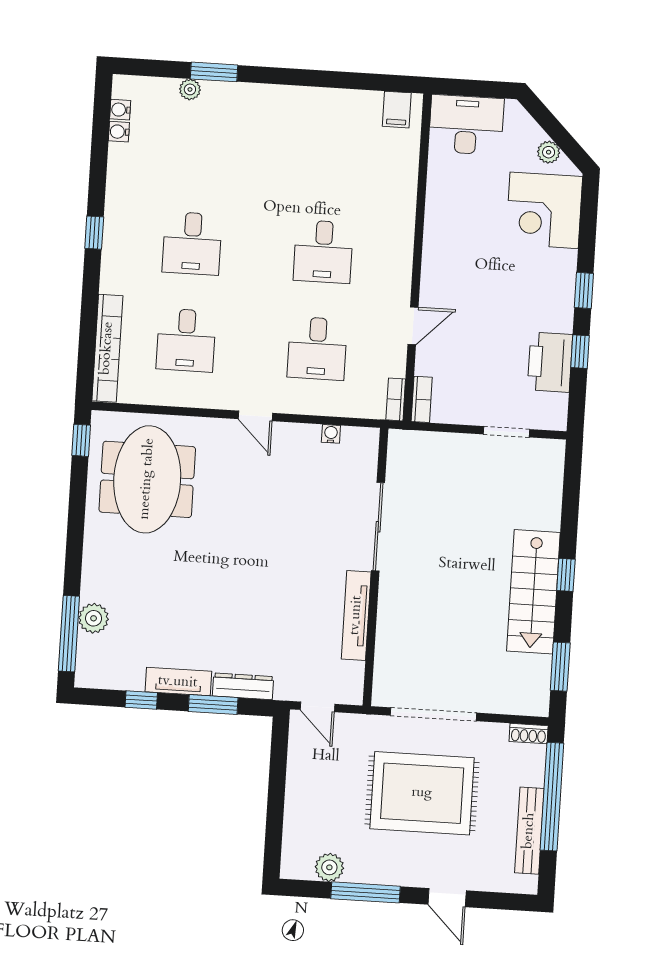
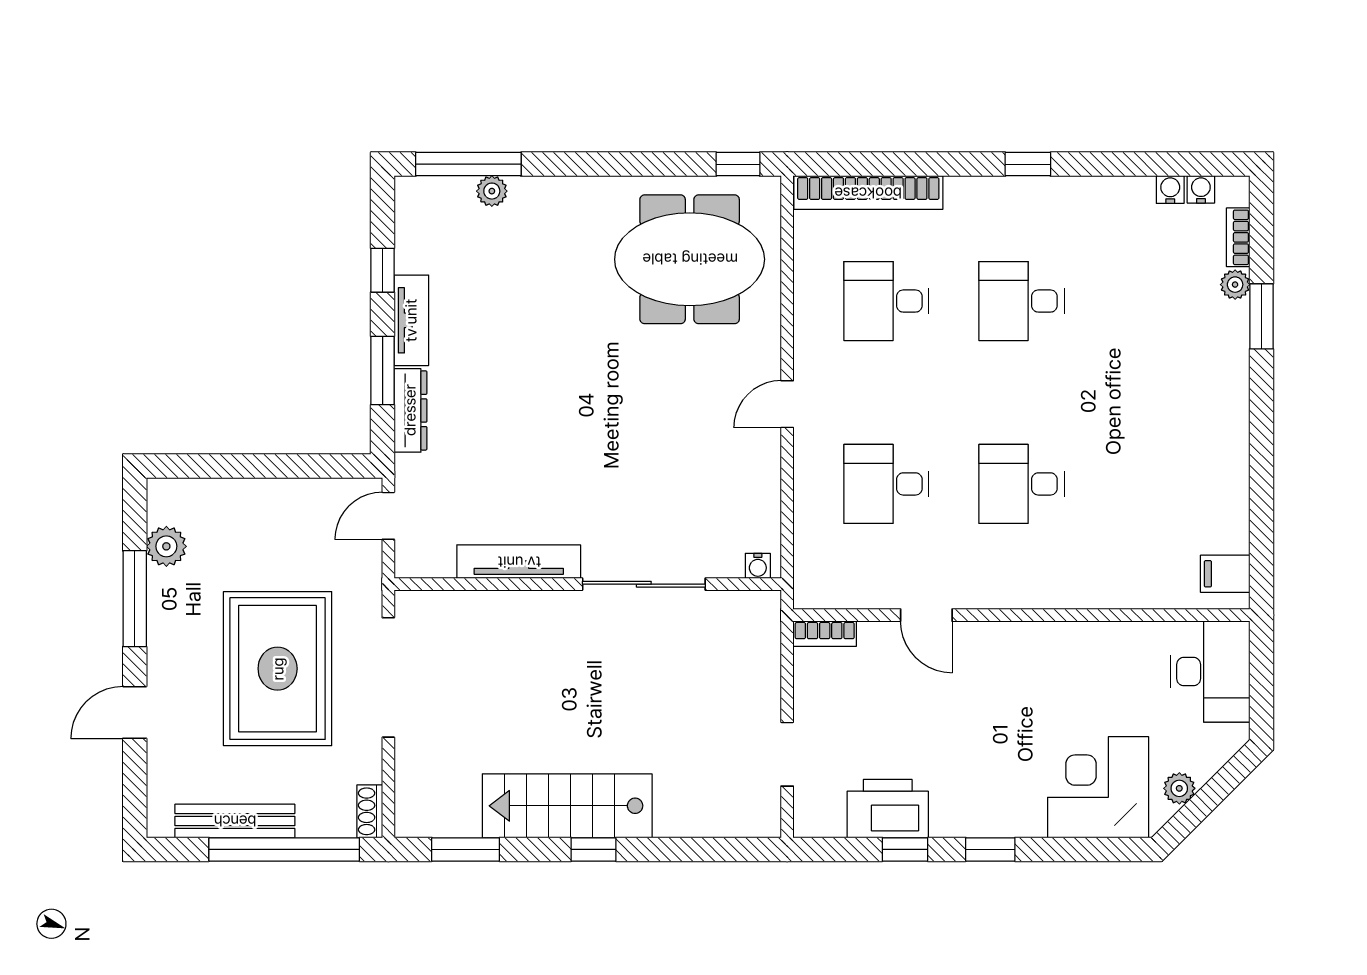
bookcase: (396, 399) -> (1238, 237), moved, turned -90
water cooler: (331, 434) -> (758, 566), moved, turned 90
plant: (94, 618) -> (492, 191), width x0.73, depth x0.73

